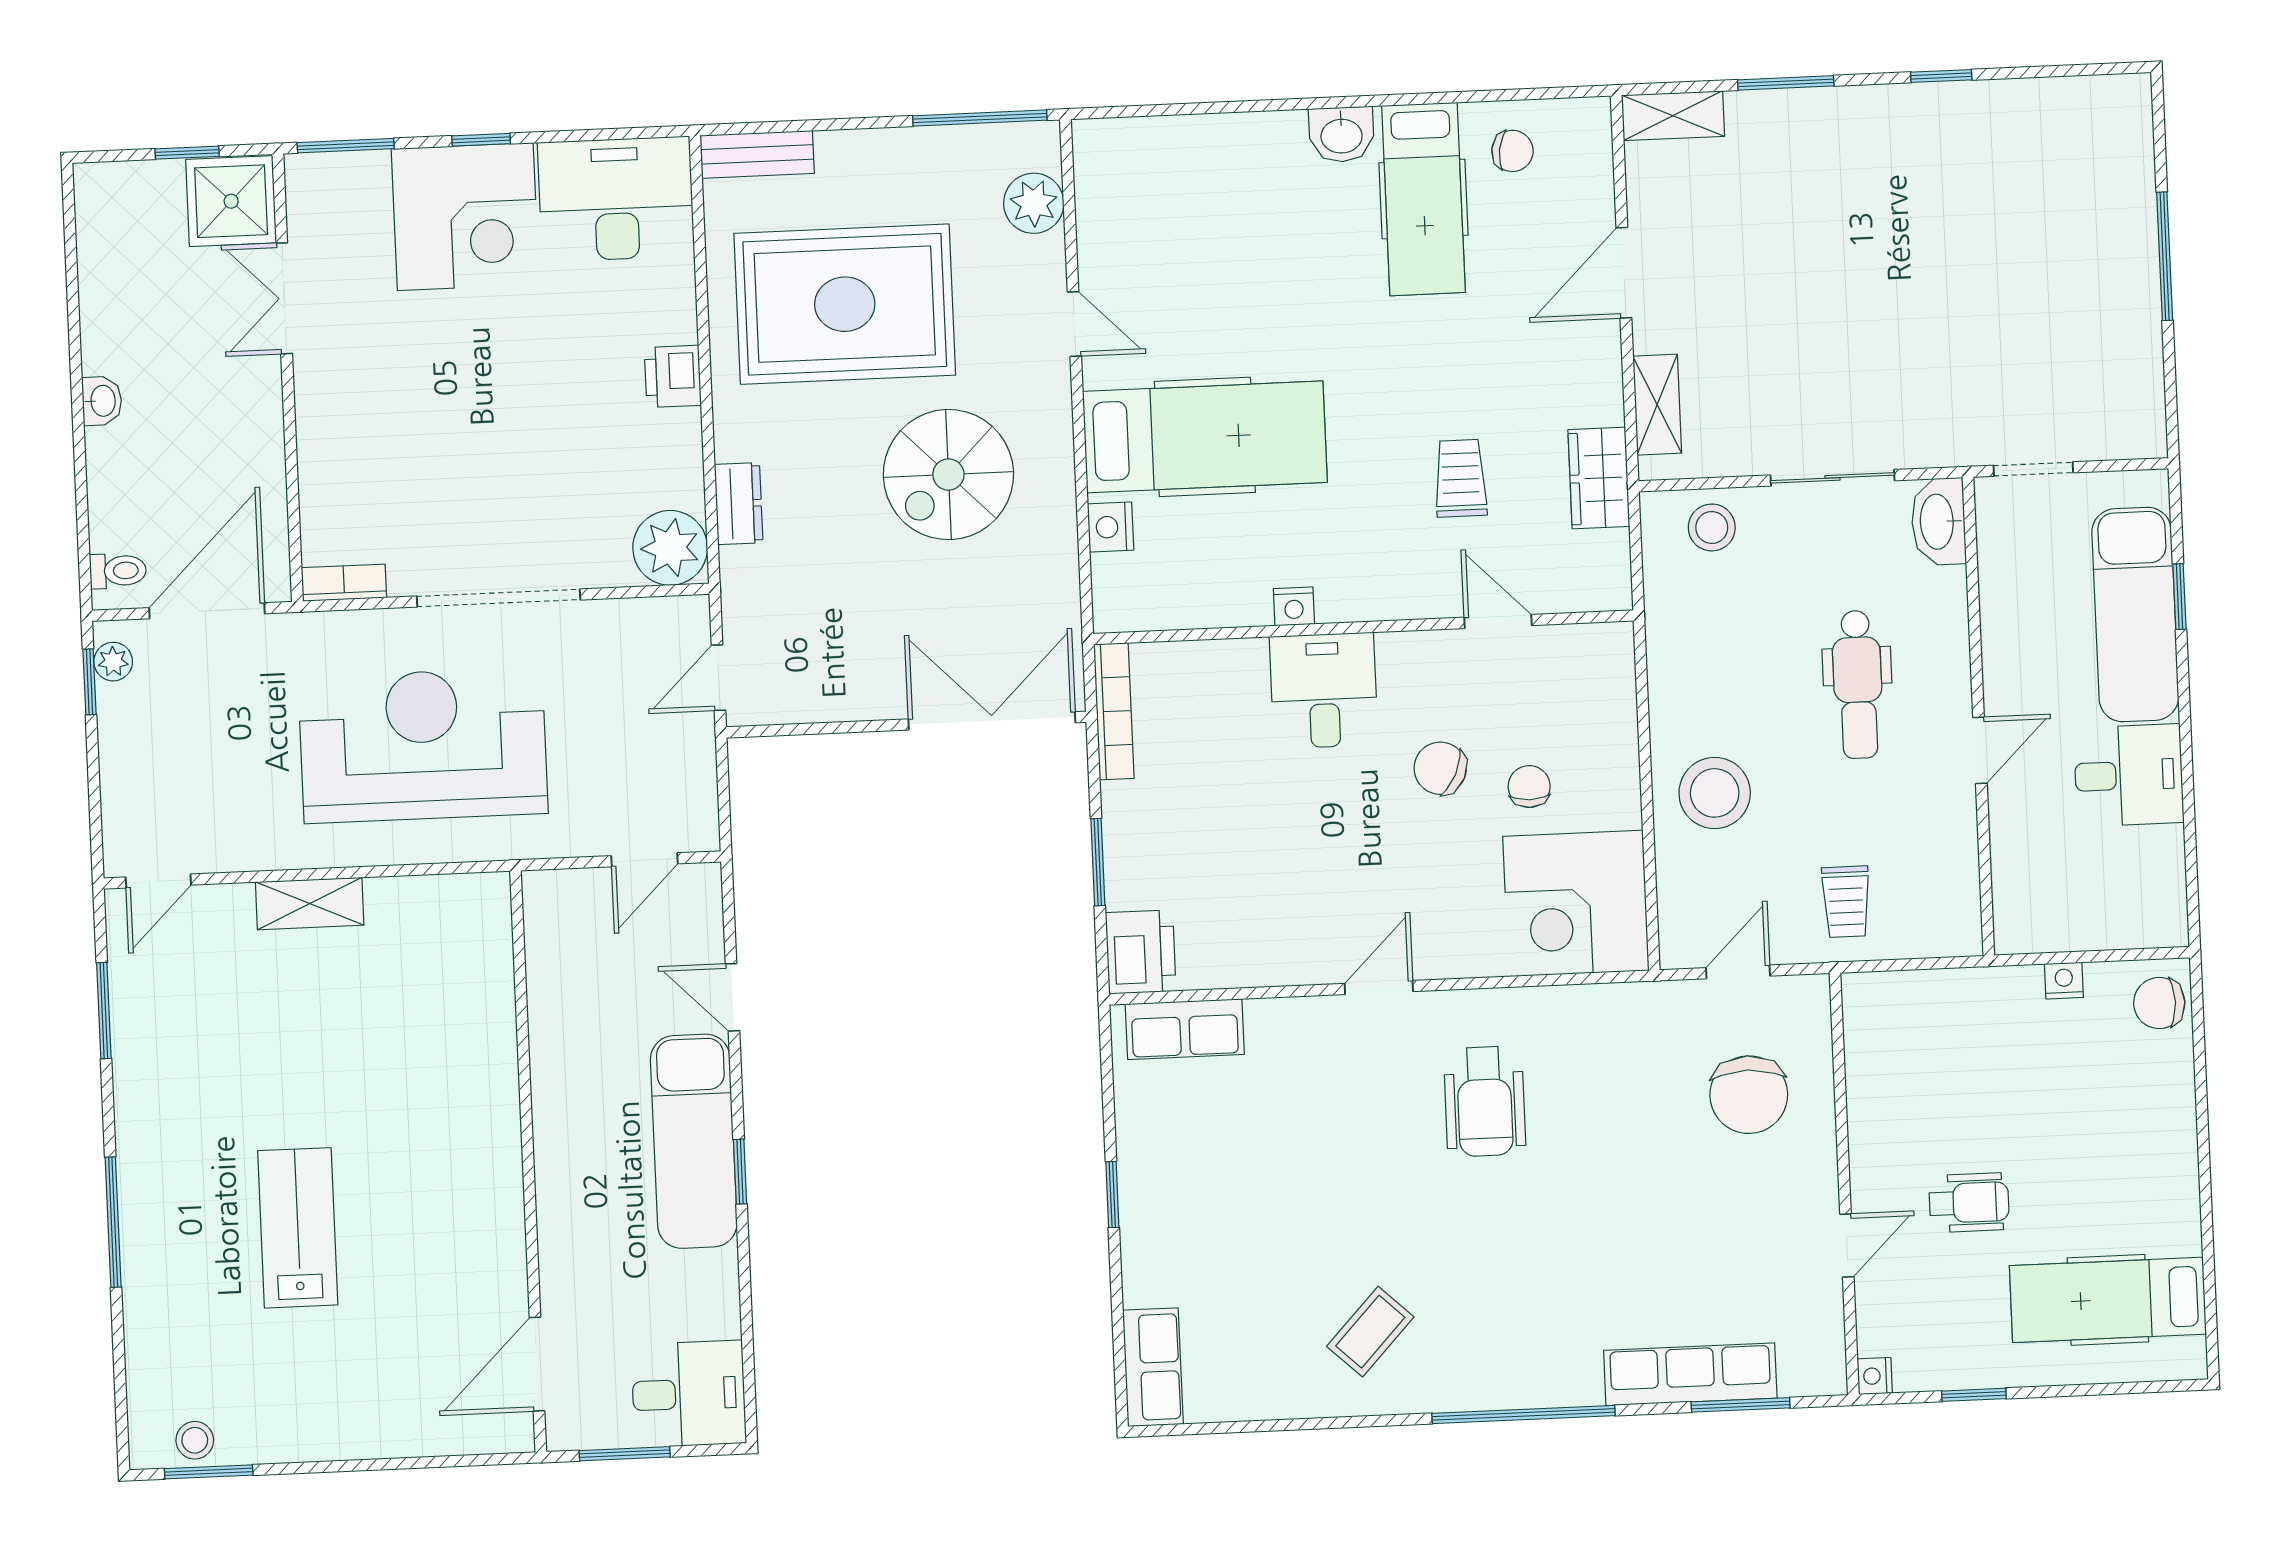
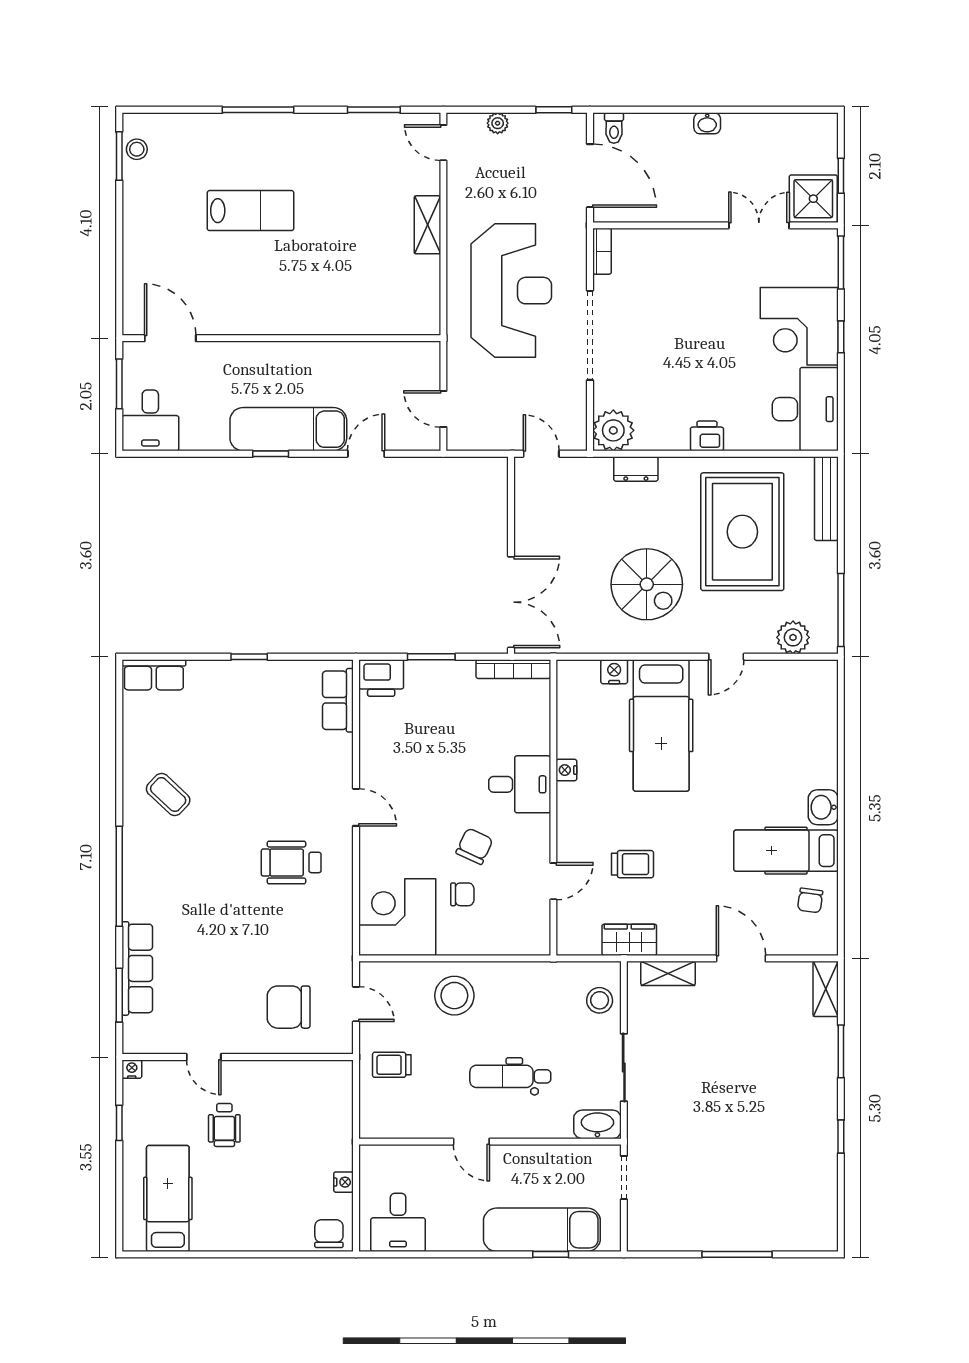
bench: (757, 154) -> (826, 499), width x1.36
spiral stairs: (948, 475) -> (647, 584), turned 180
plant: (113, 662) -> (498, 123), moved
desk: (2129, 775) -> (398, 1222), moved

